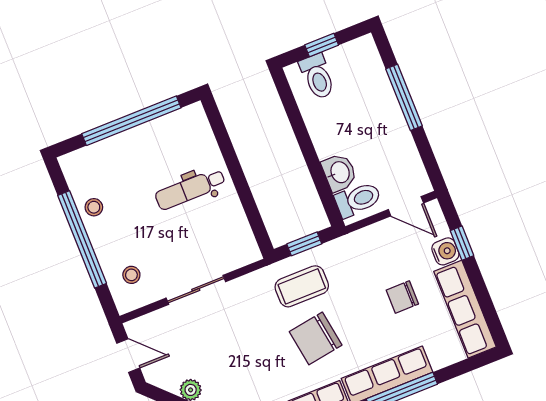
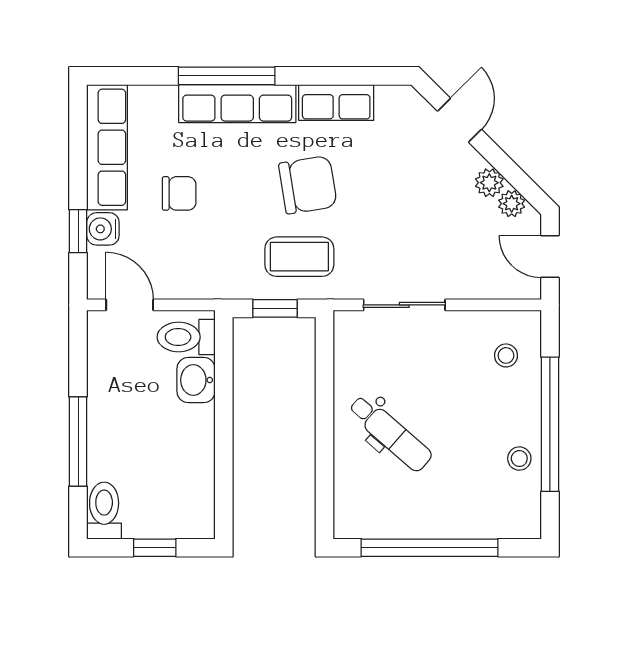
toilet: (317, 77) -> (104, 511), moved
dental chair: (190, 189) -> (390, 433), turned 41
sliding door: (196, 290) -> (404, 305), moved
plant: (169, 381) -> (512, 204), added

